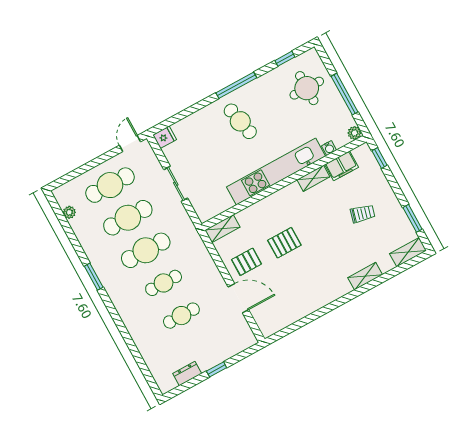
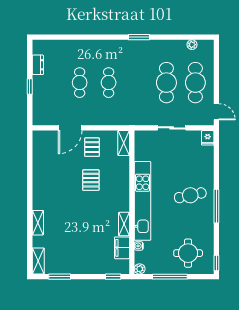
window: (285, 59) -> (216, 263), moved
trolley: (363, 214) -> (82, 244), removed
cafe table: (146, 250) -> (138, 83), removed

